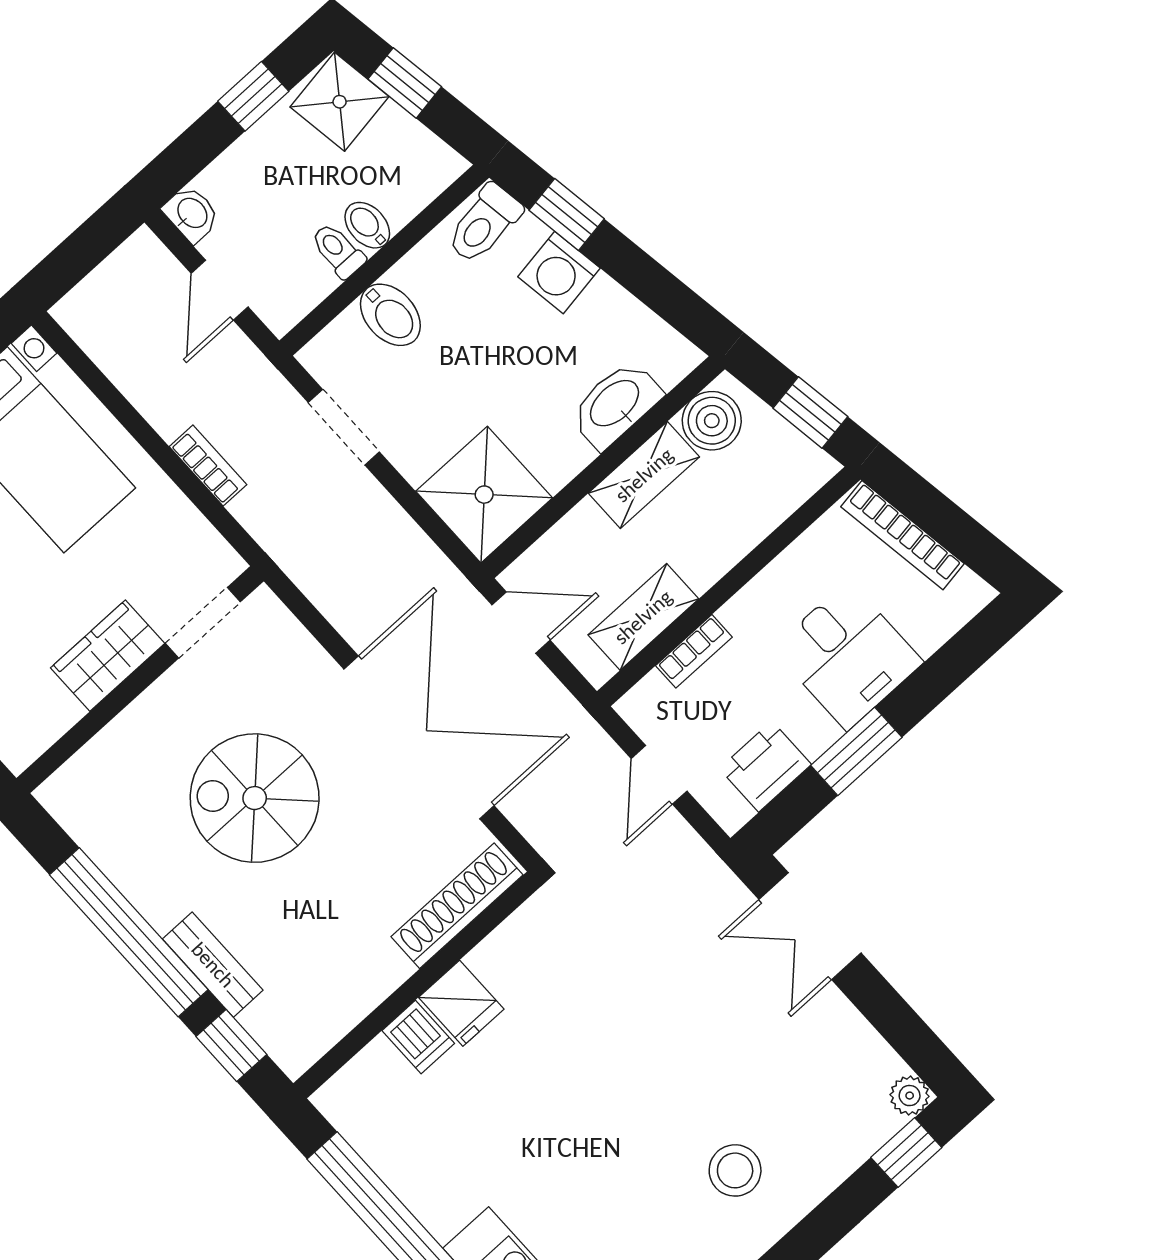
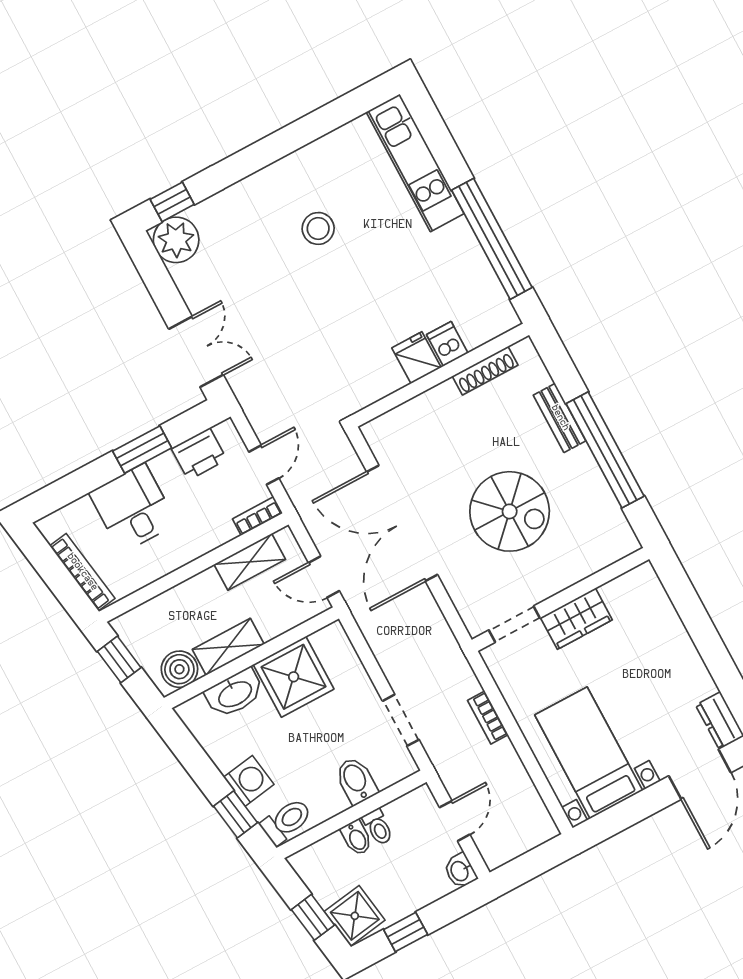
shower: (484, 495) -> (294, 677), moved
bookcase: (694, 651) -> (257, 516), moved
shoe rack: (457, 906) -> (485, 371), moved, width x0.74, depth x0.81
window: (231, 1045) -> (560, 367), removed
plant: (910, 1096) -> (176, 240), width x1.88, depth x1.88
stool: (735, 1170) -> (318, 228), moved

